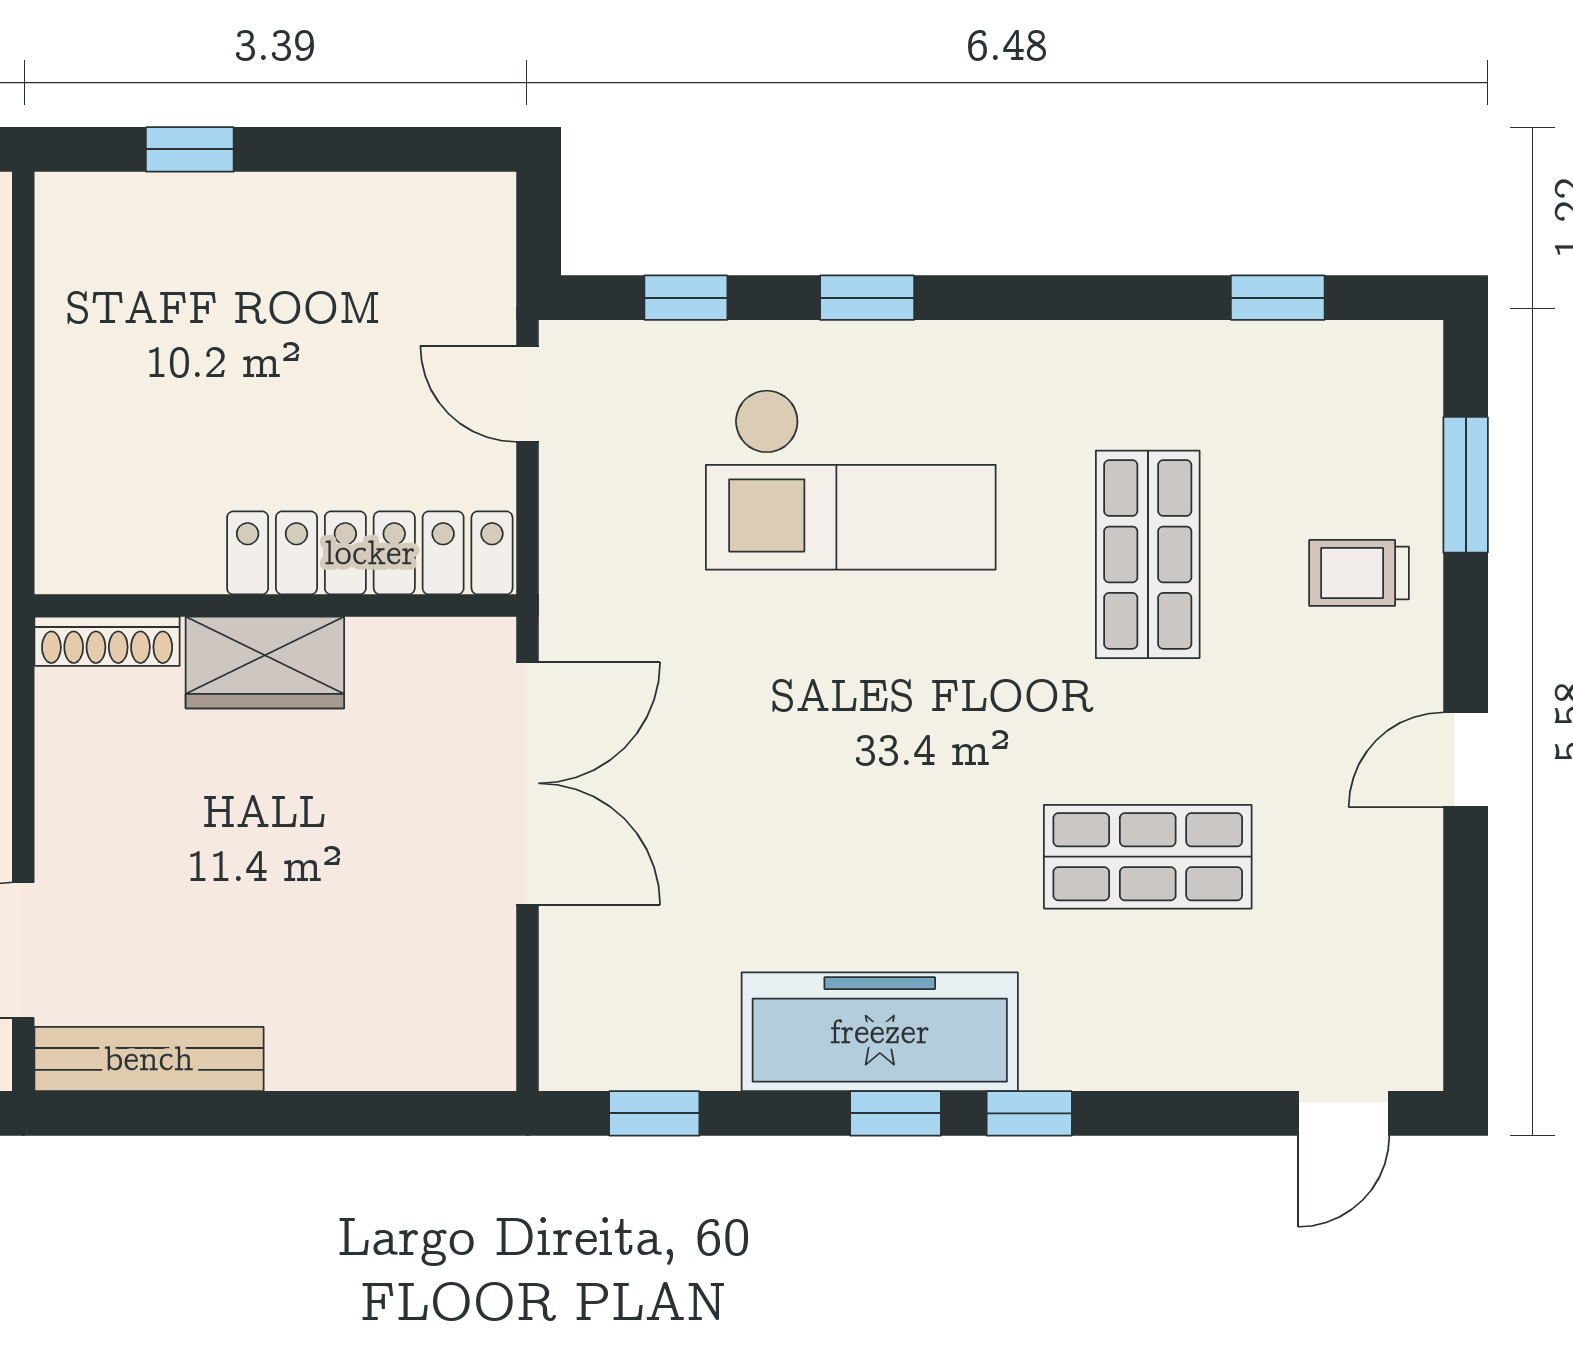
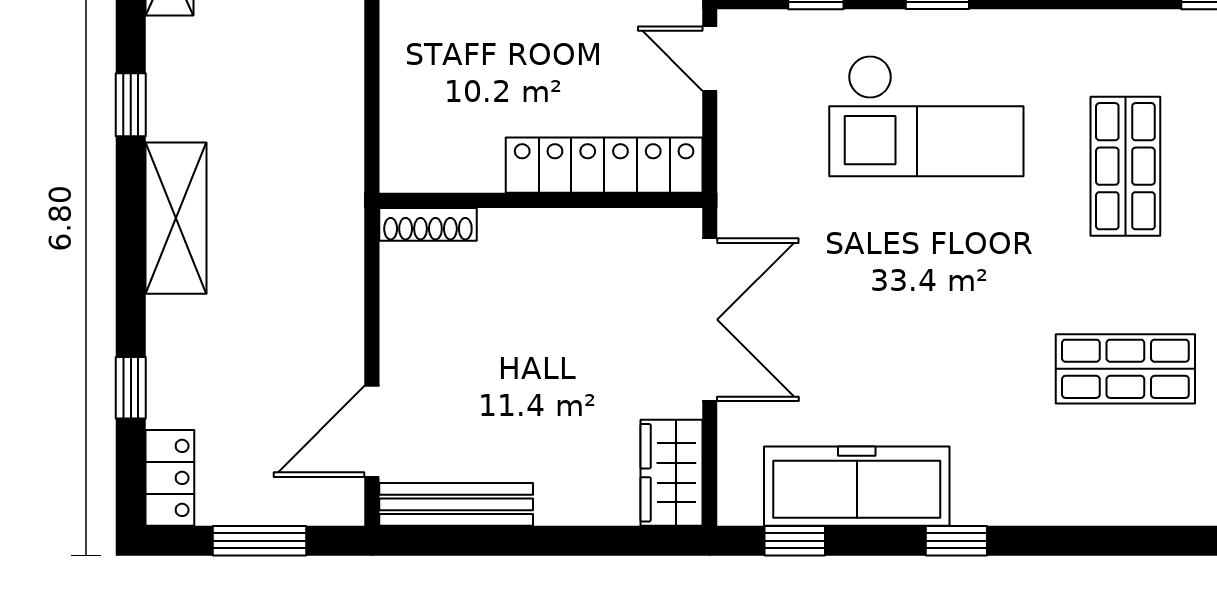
wardrobe: (265, 663) -> (672, 473), moved, turned 90
freezer: (880, 1032) -> (857, 486), moved
window: (1029, 1113) -> (1046, 541), removed

